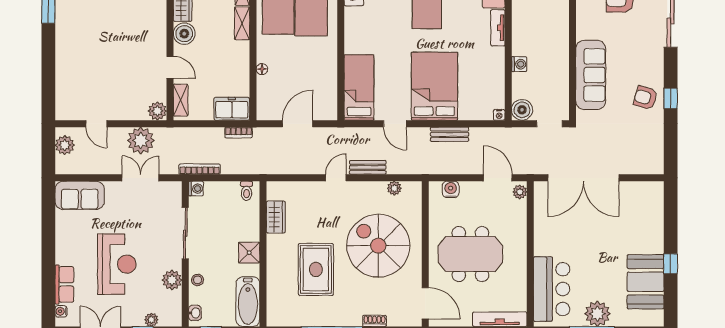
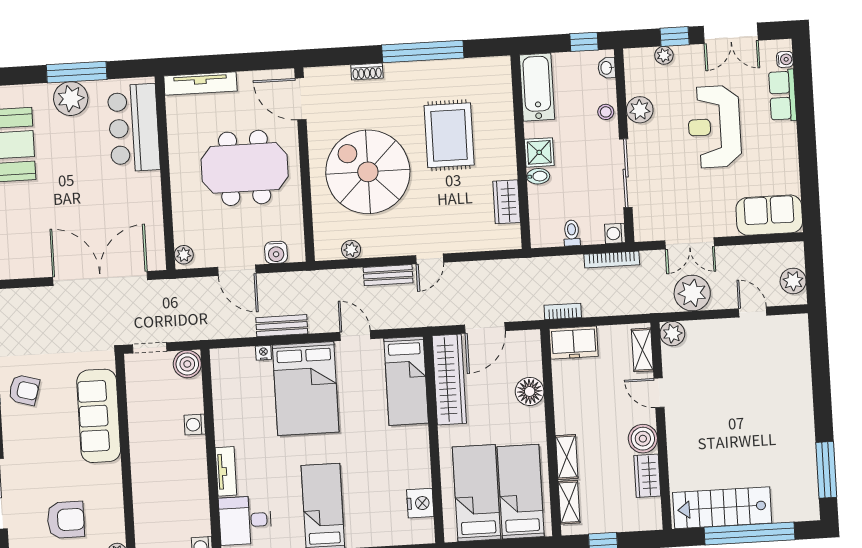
floor lamp: (262, 69) -> (530, 391), width x1.89, depth x1.89
wardrobe: (327, 87) -> (449, 379), added
nightstand: (499, 115) -> (263, 353), moved
door: (498, 178) -> (237, 270), moved
toilet: (247, 191) -> (572, 233), moved
bidet: (251, 235) -> (538, 176), added
spiral stairs: (378, 246) -> (368, 172), turned 180

